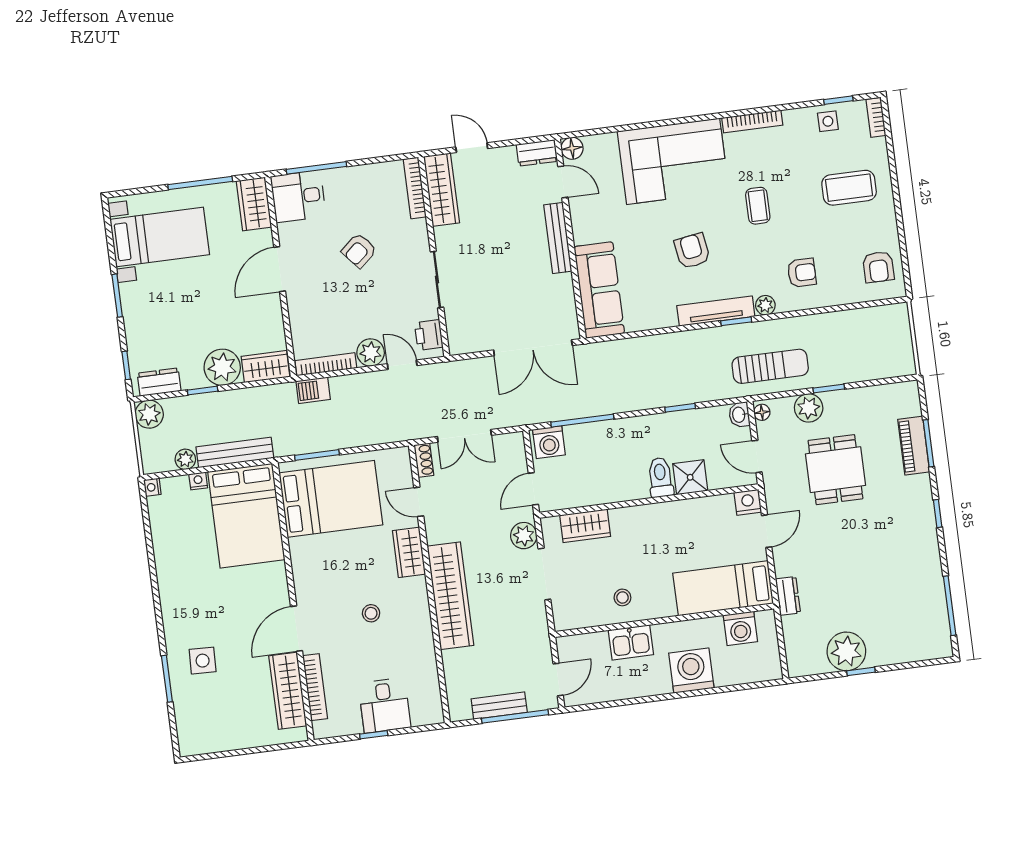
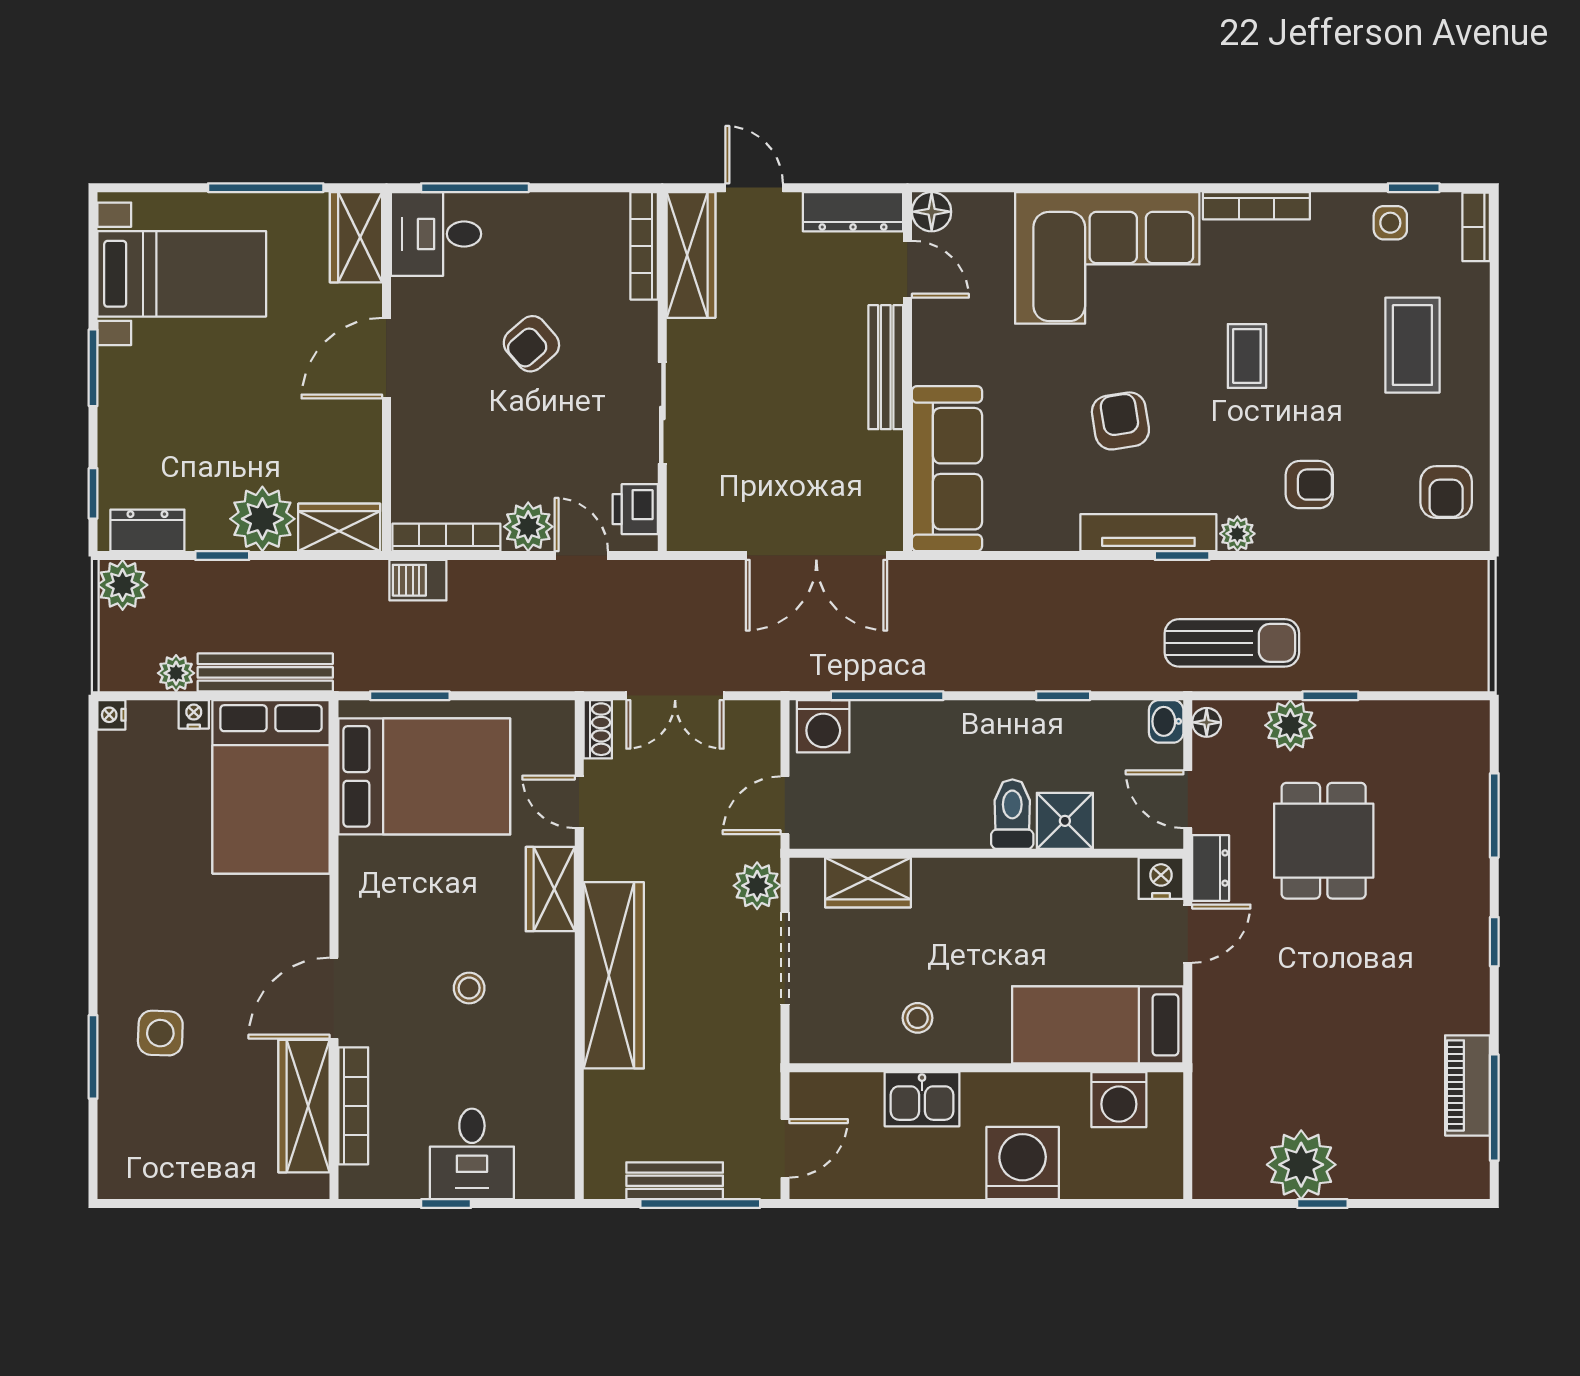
dresser: (537, 153) -> (853, 212), width x1.44
coffee table: (849, 188) -> (1412, 345), turned 90
piano: (914, 446) -> (1468, 1085), moved
dresser: (788, 596) -> (1211, 868), moved

